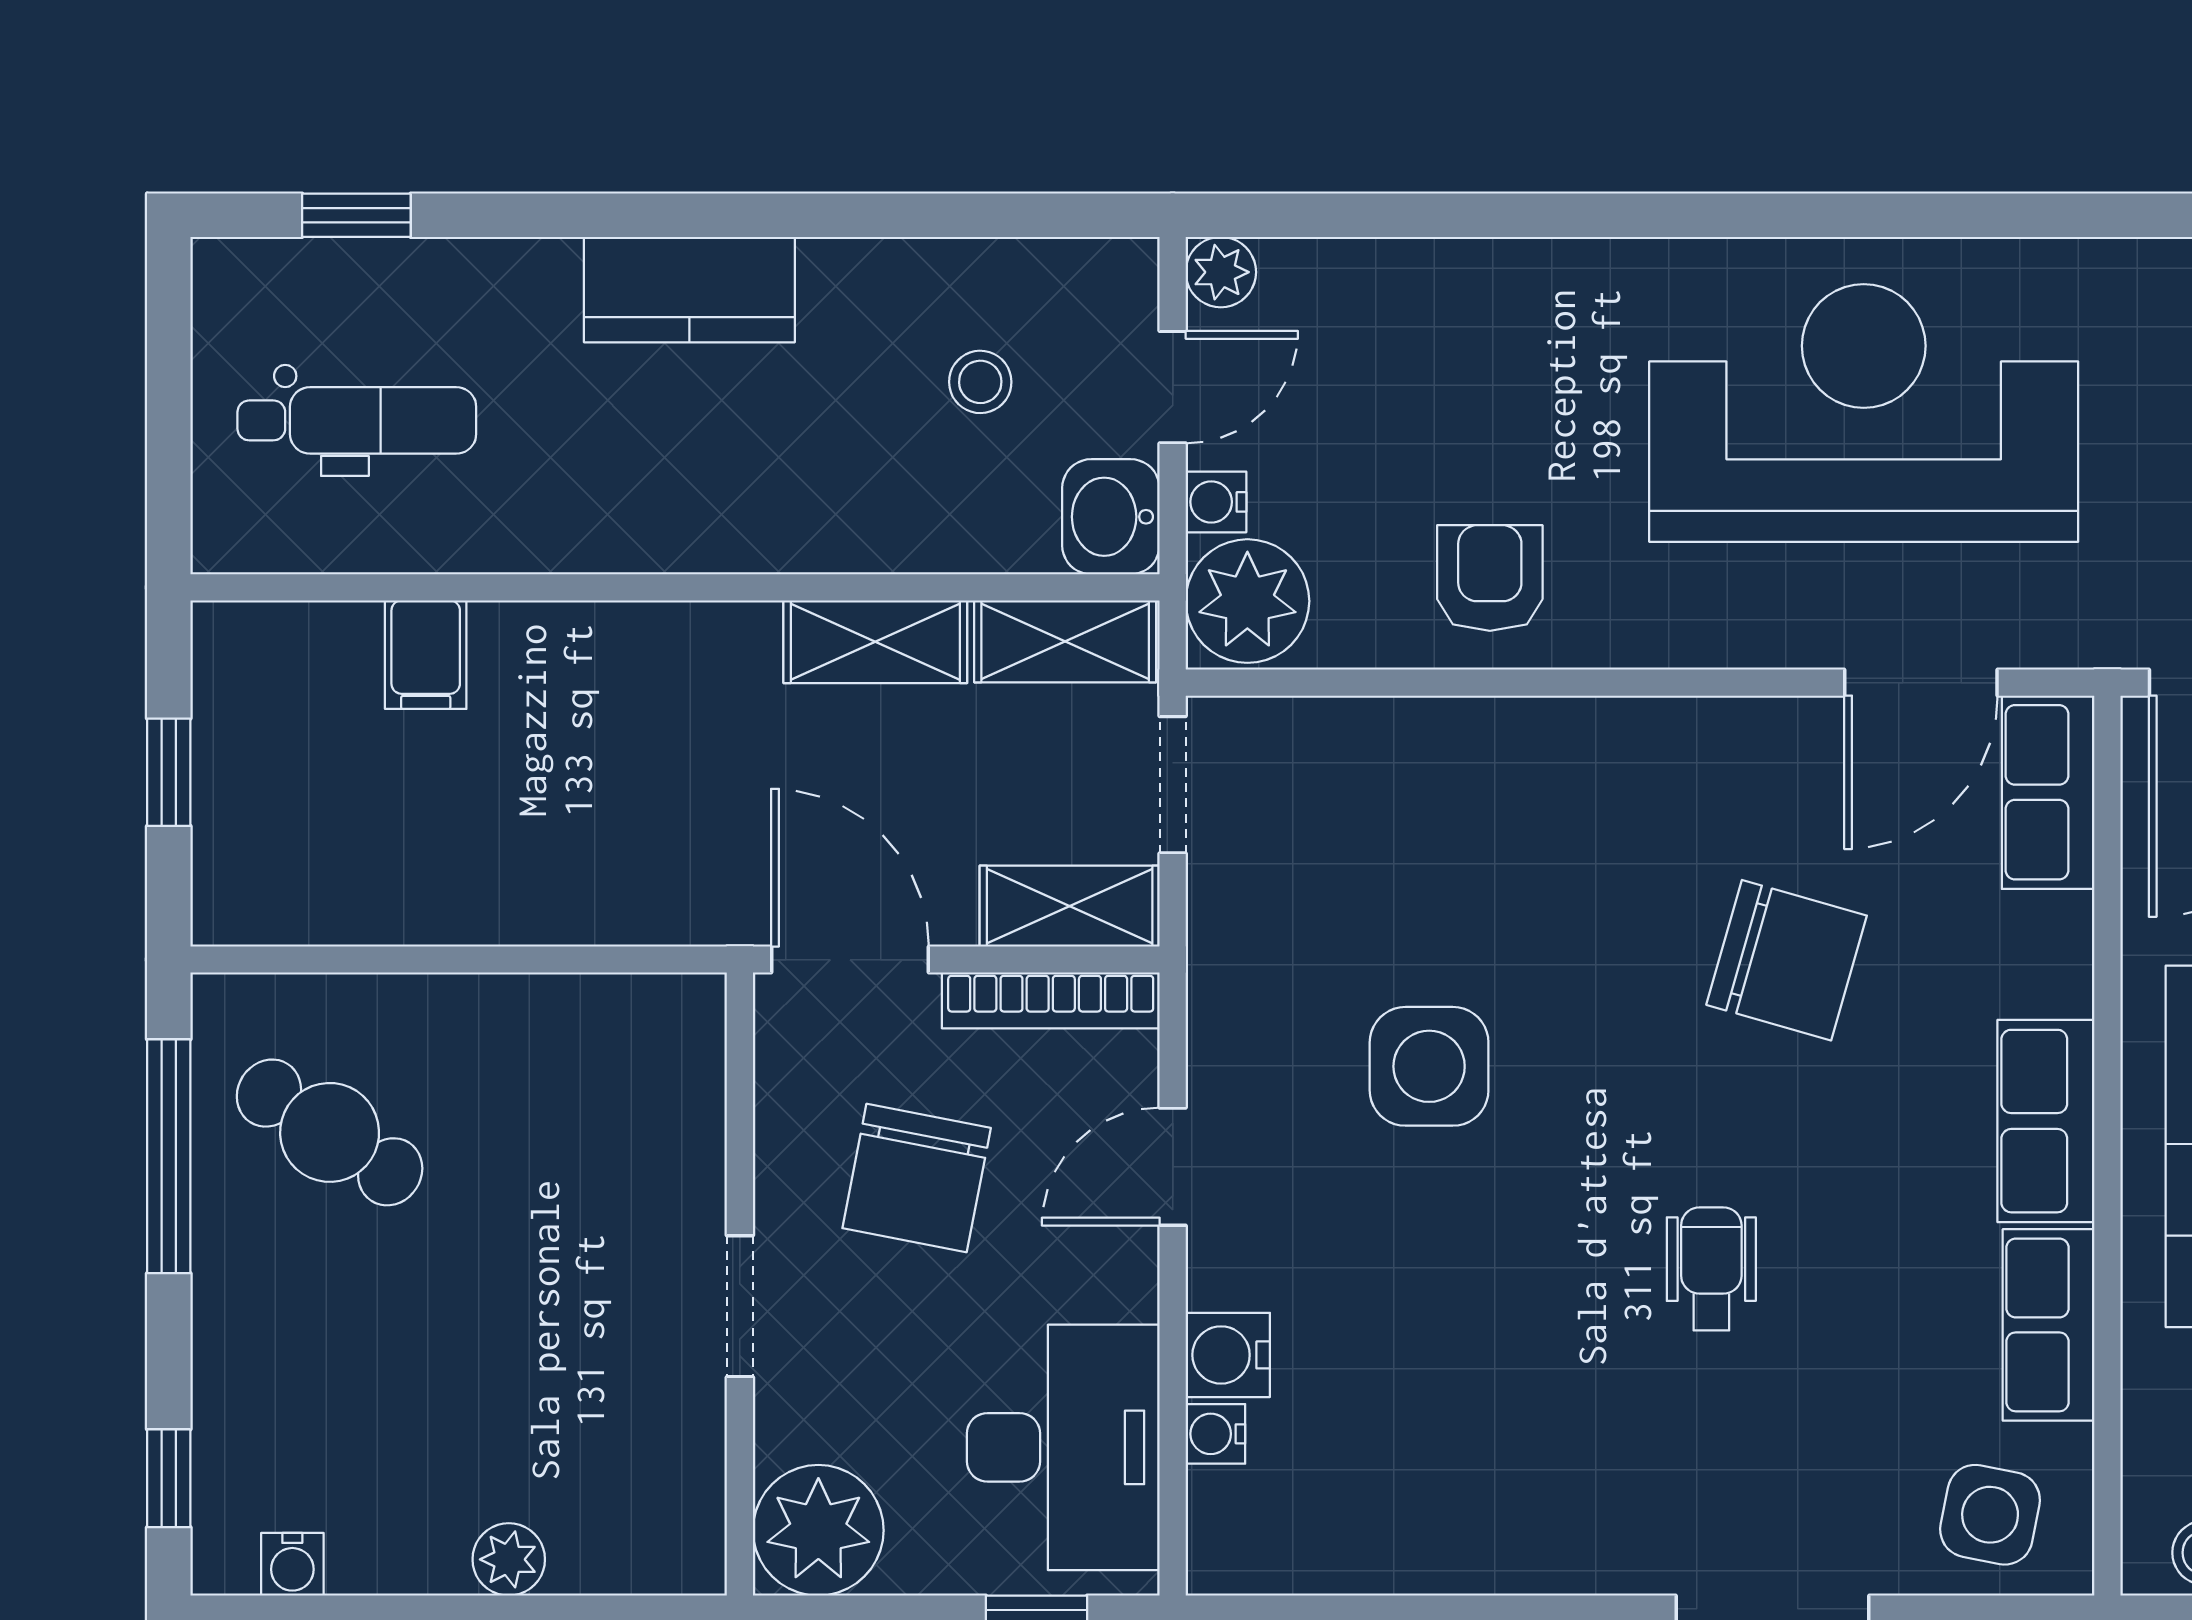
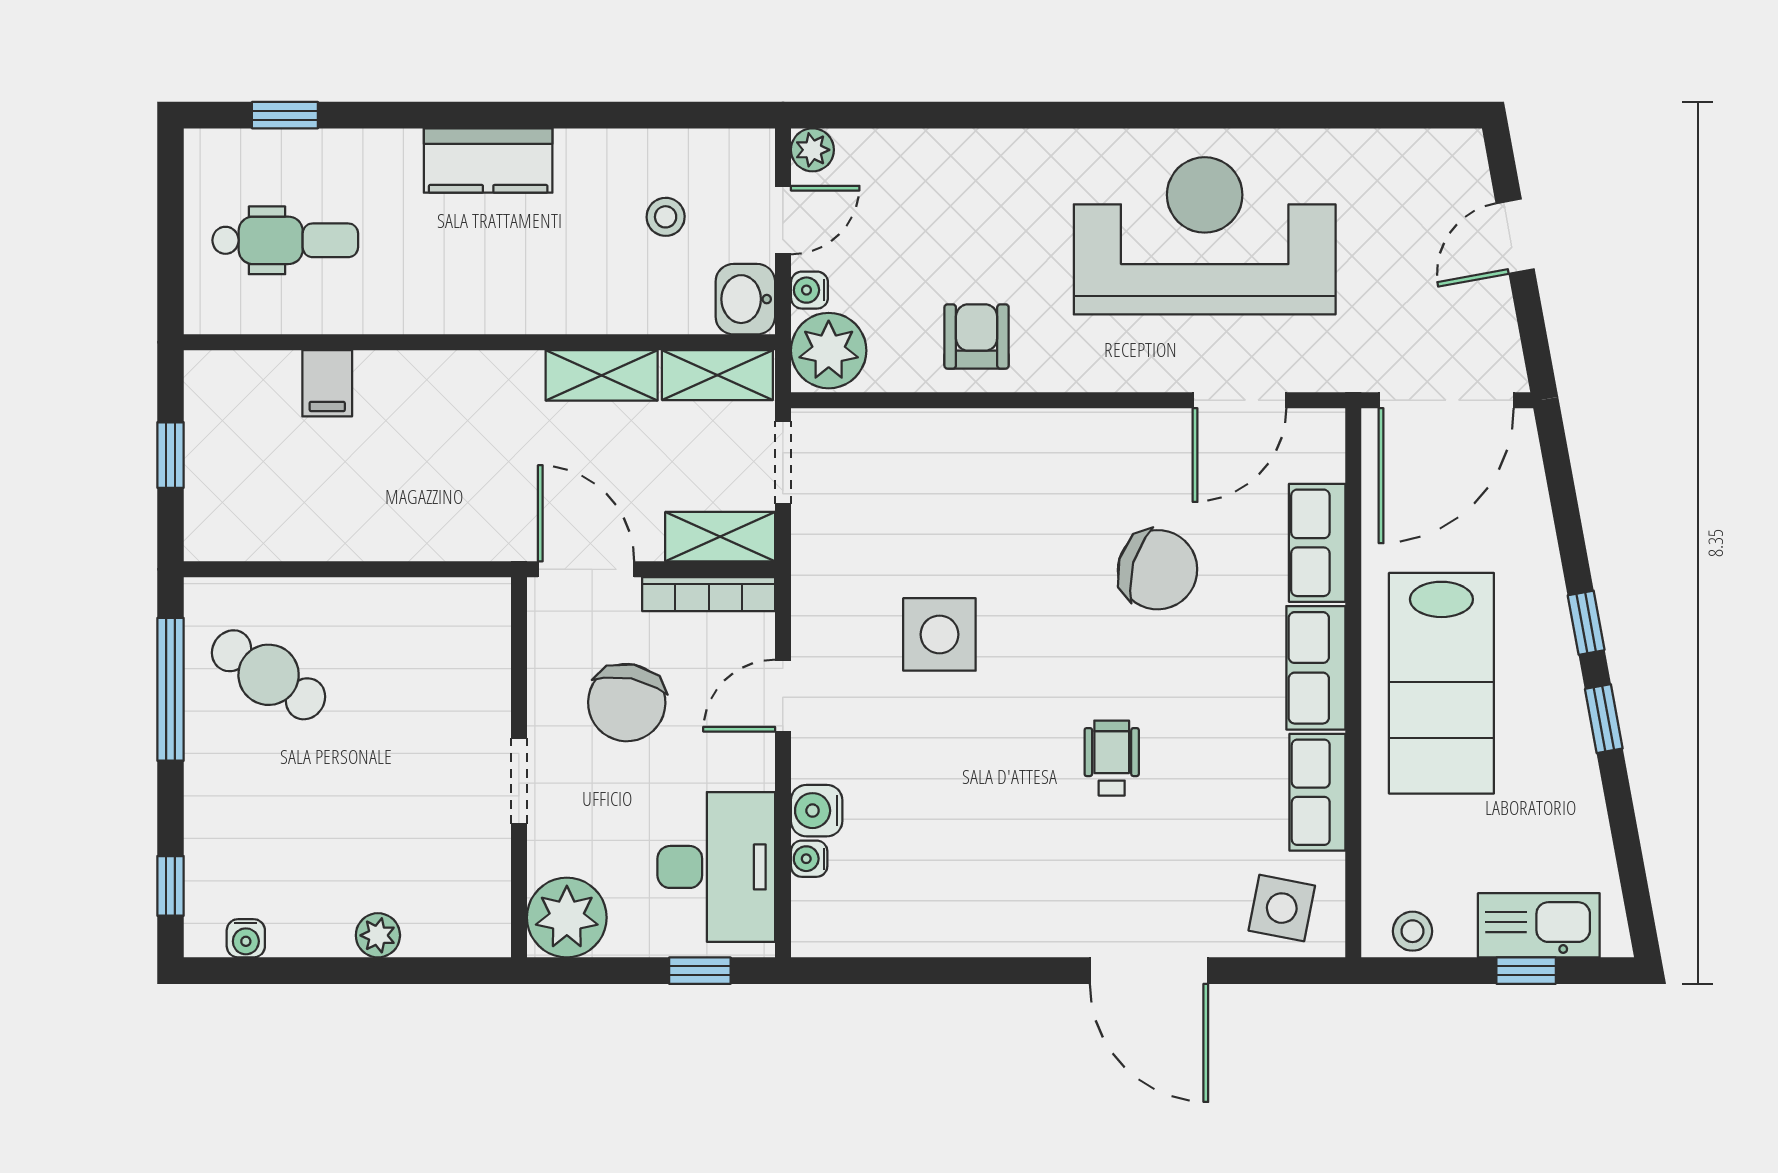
row of seats: (2048, 792) -> (1317, 543), moved

